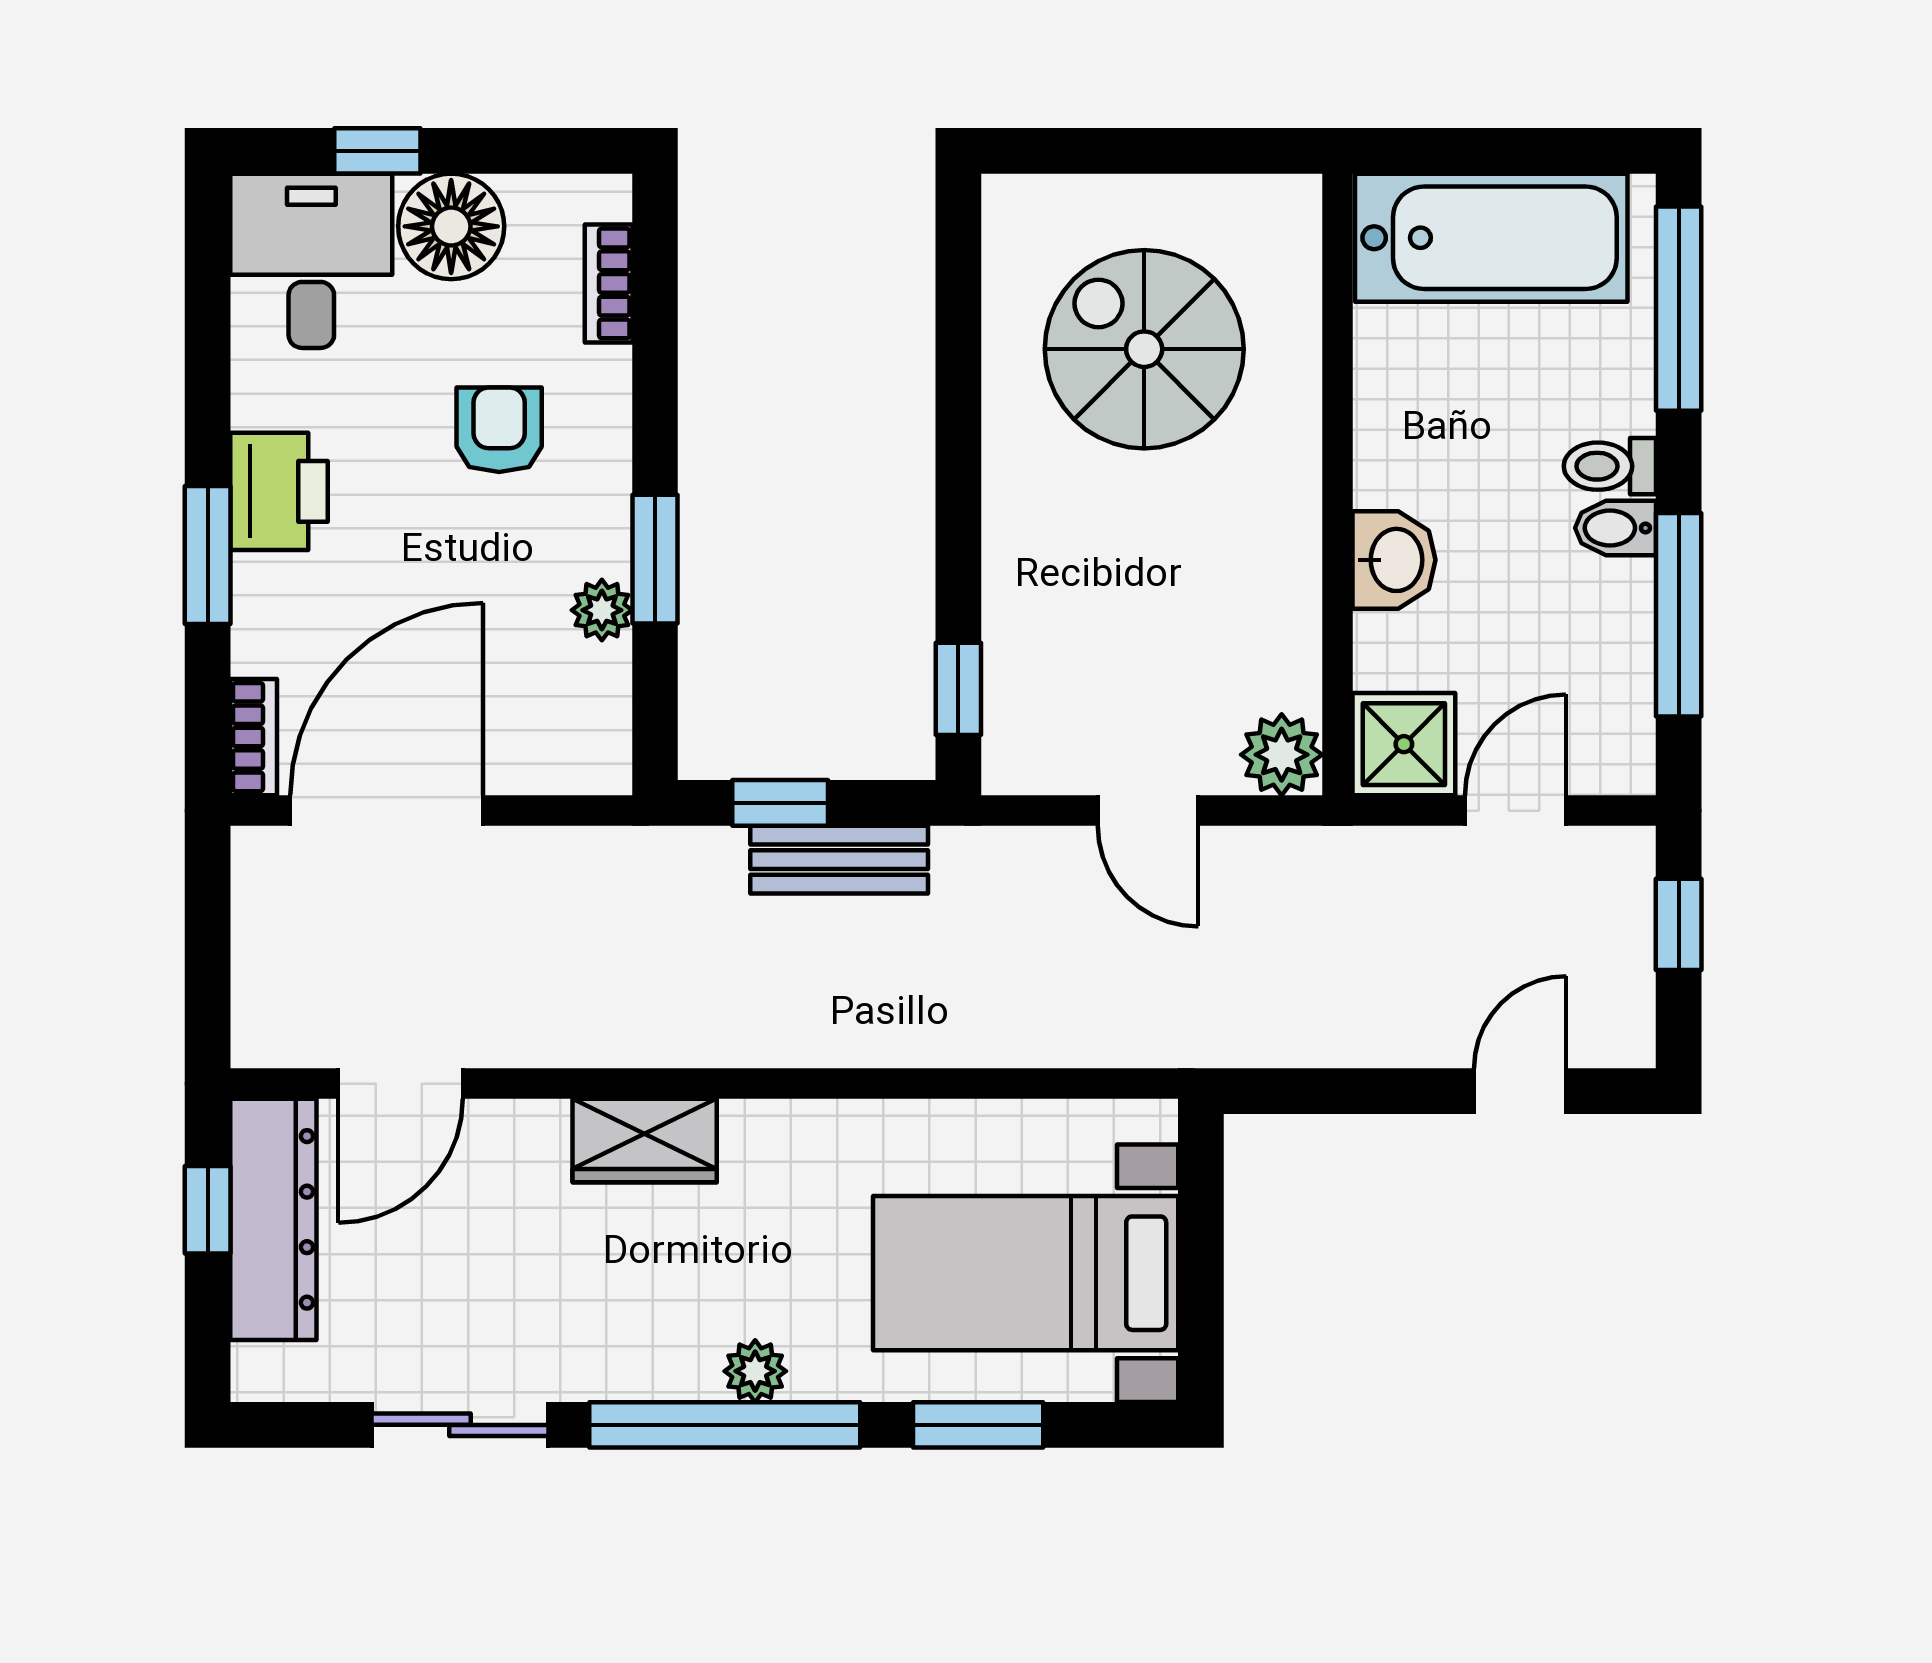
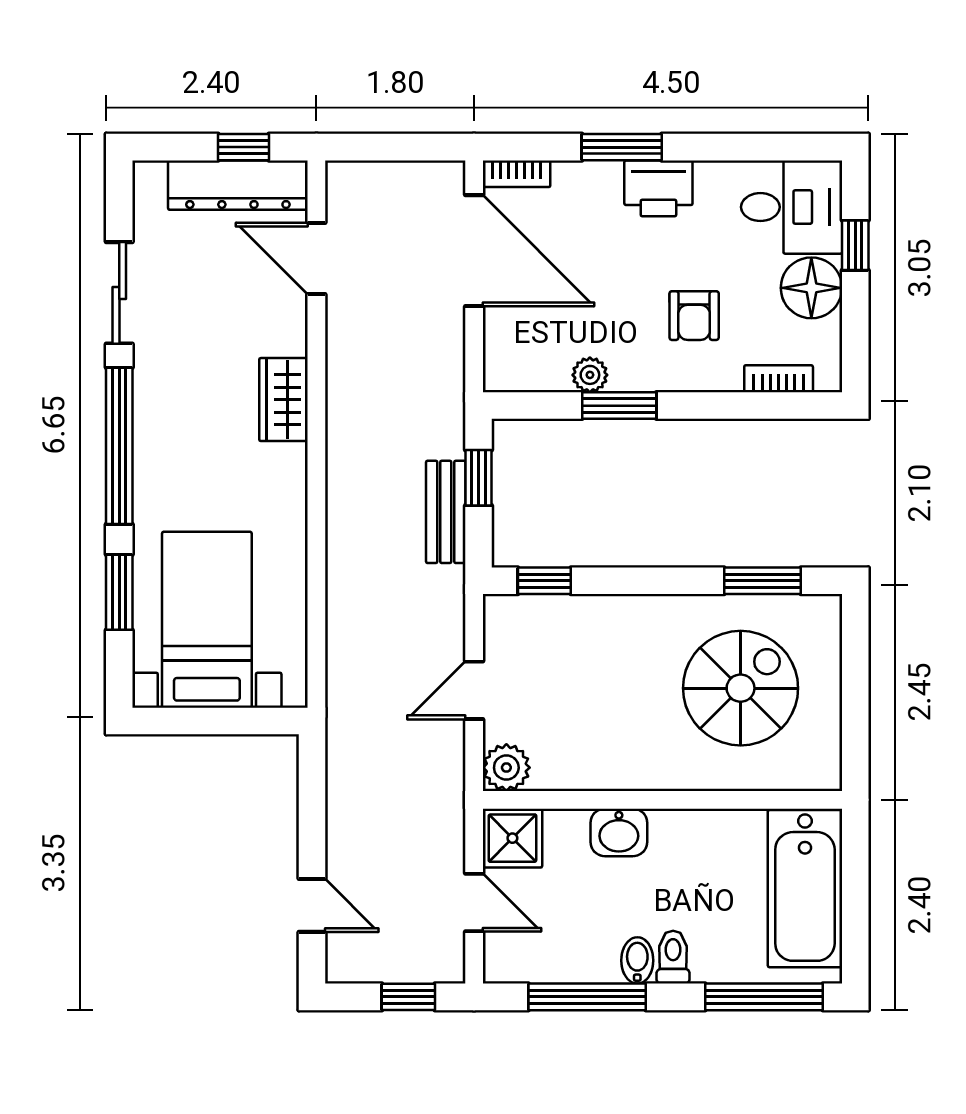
window: (958, 311) -> (762, 581), added
armchair: (499, 430) -> (694, 316), turned 90
plant: (755, 1371) -> (150, 463), removed

